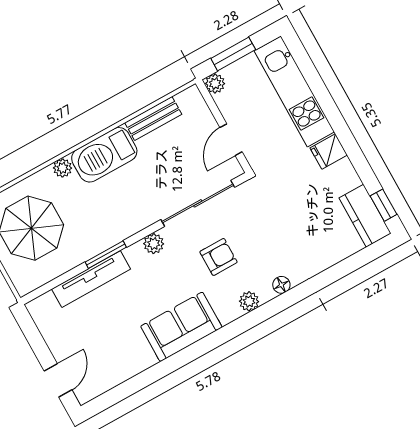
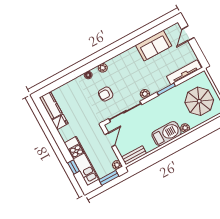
bench: (153, 118) -> (134, 155), moved
fridge: (329, 151) -> (60, 122), moved
window: (383, 205) -> (74, 167), moved
armchair: (218, 257) -> (106, 94), moved
tv unit: (91, 279) -> (184, 72), moved
sofa: (181, 327) -> (154, 46), moved

